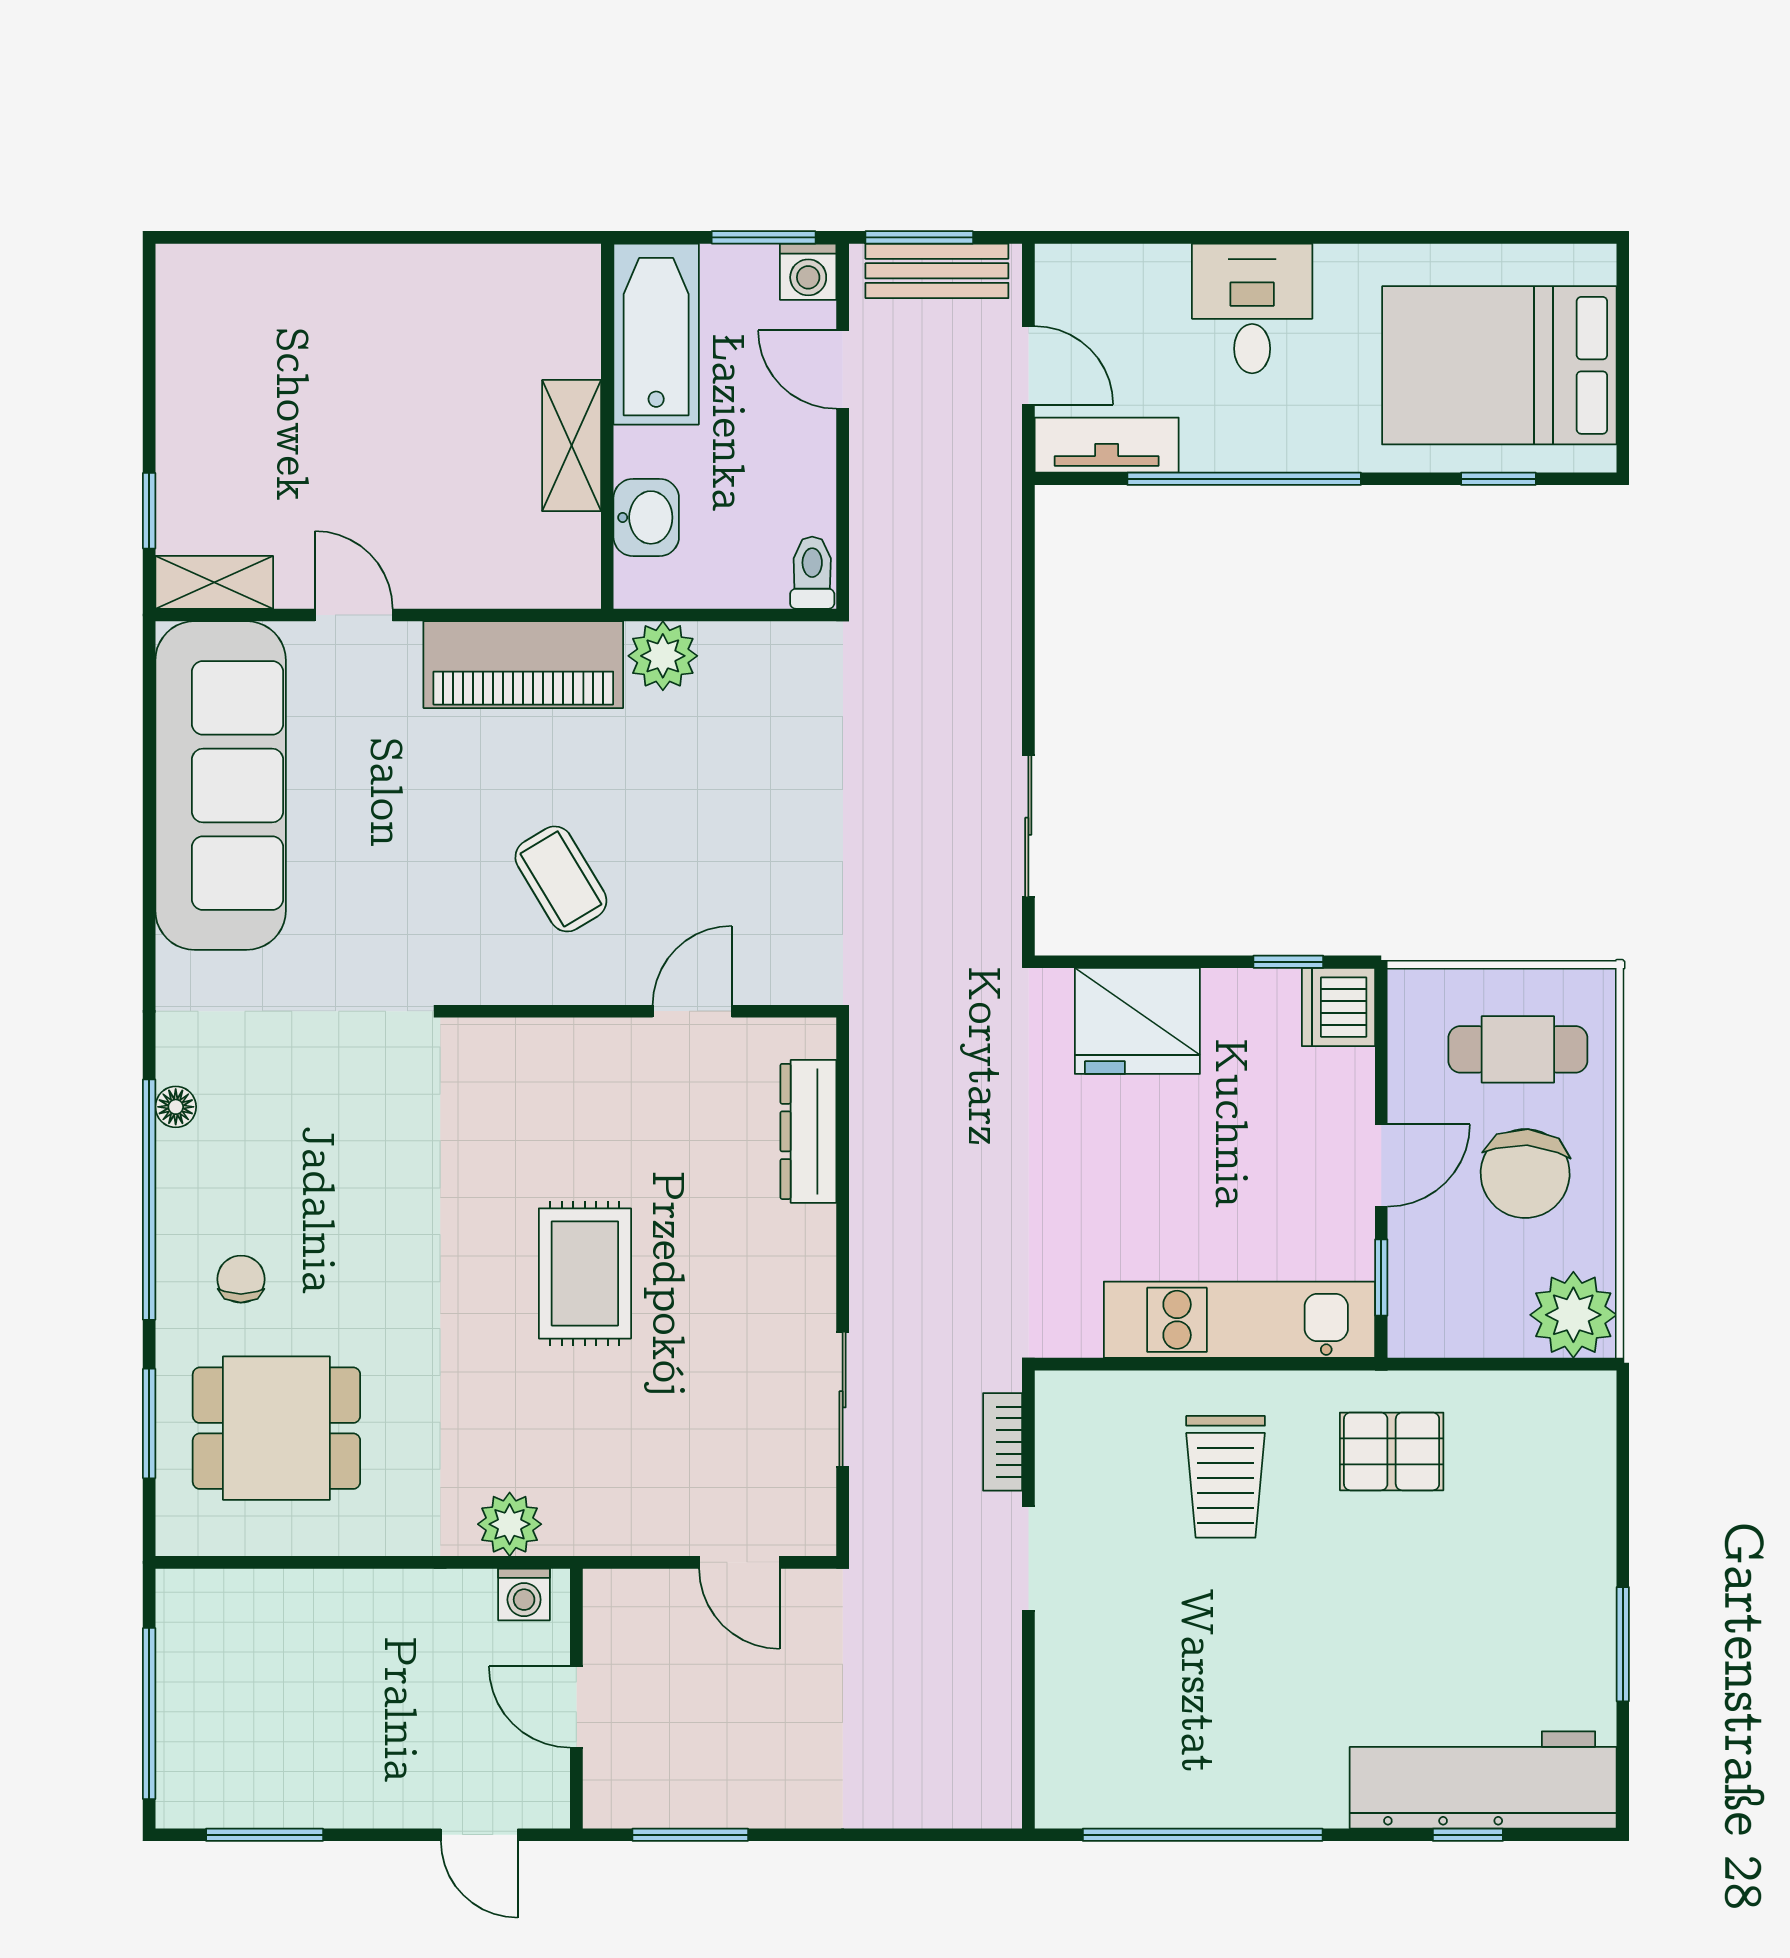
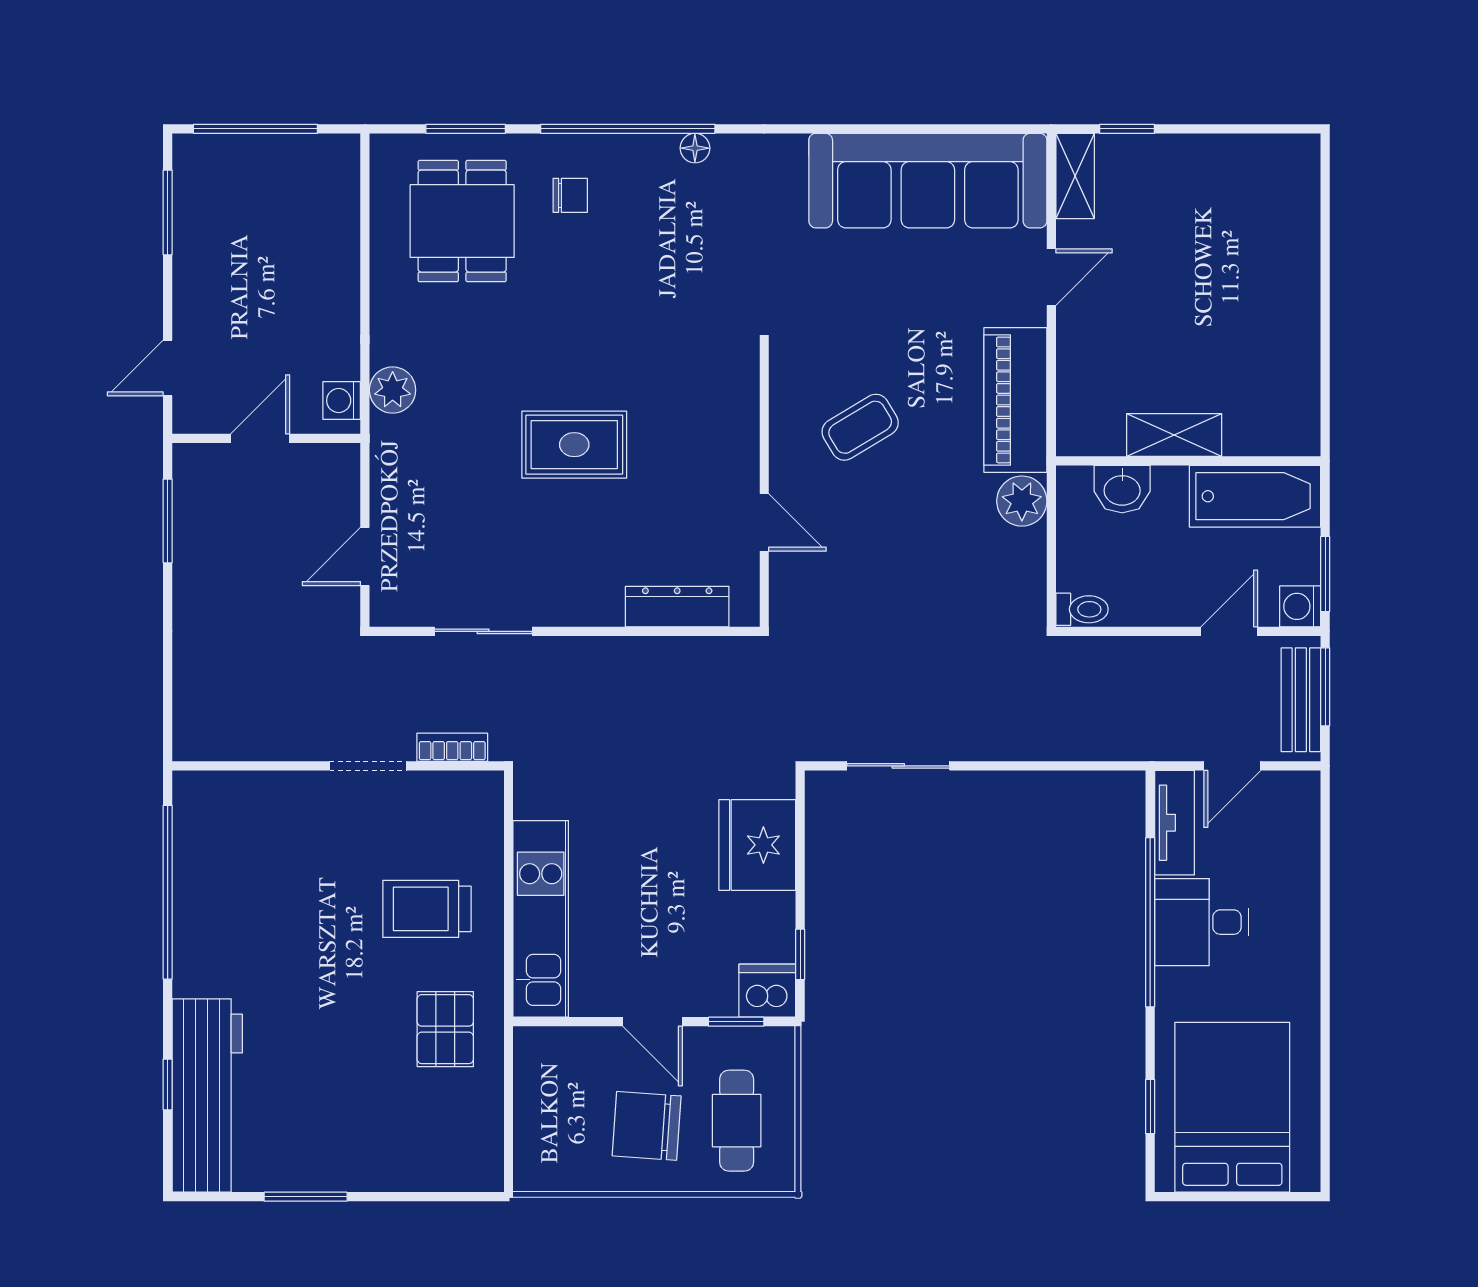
desk: (1252, 308) -> (1202, 922), moved, turned 180
window: (1381, 1278) -> (736, 1022), moved
plant: (1573, 1315) -> (544, 1161), removed

